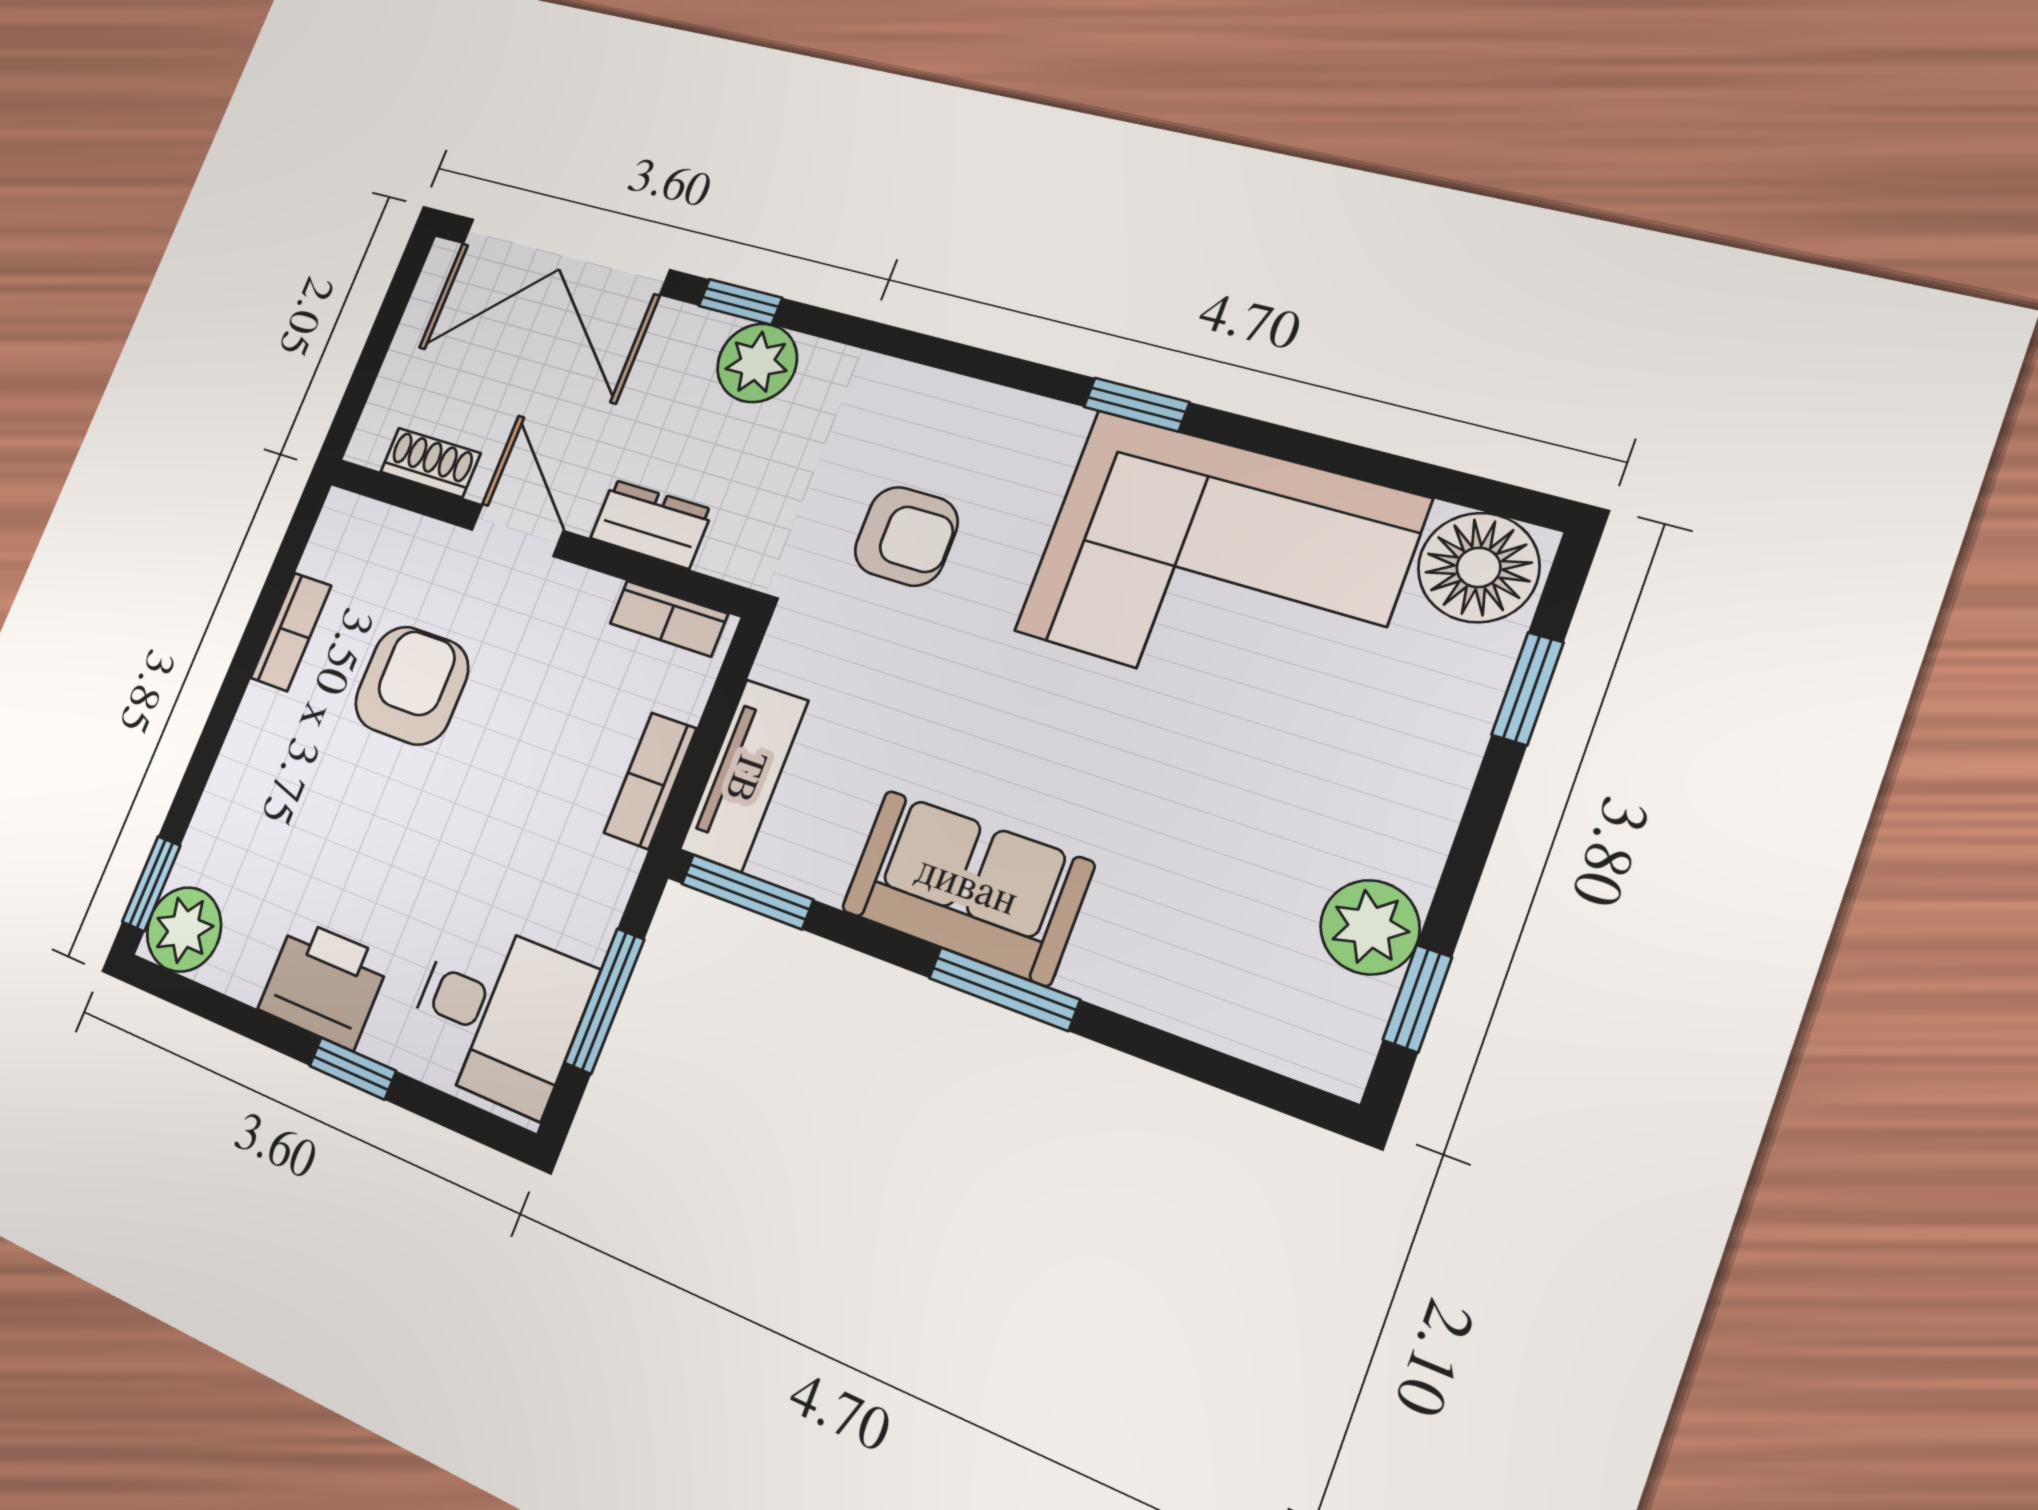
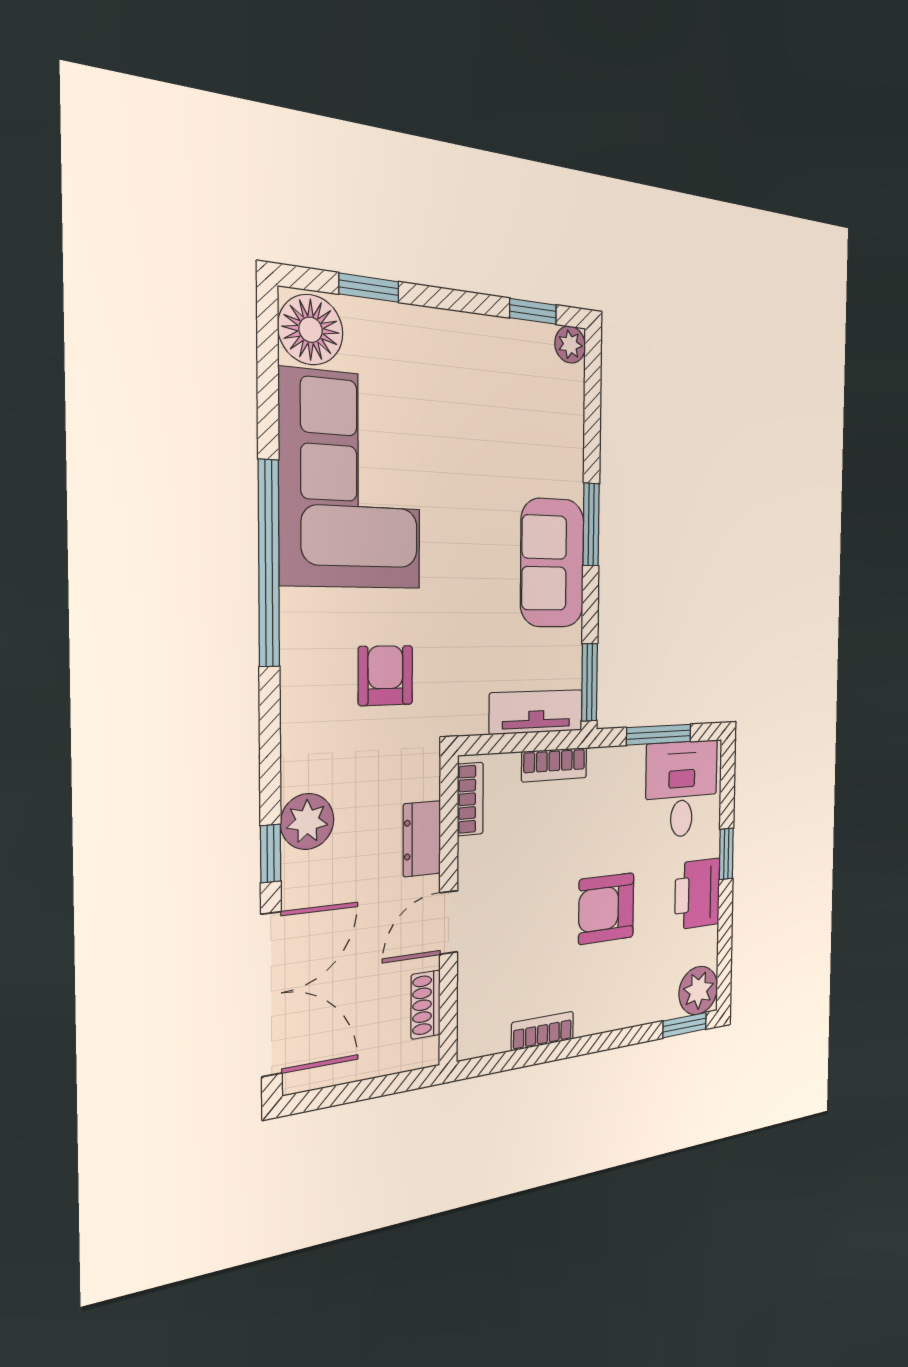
window: (1136, 405) -> (269, 564), width x3.17
armchair: (412, 685) -> (606, 908), moved
plant: (1370, 927) -> (570, 345), moved, width x0.73, depth x0.73

